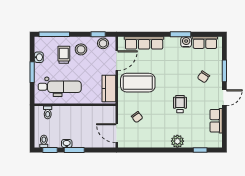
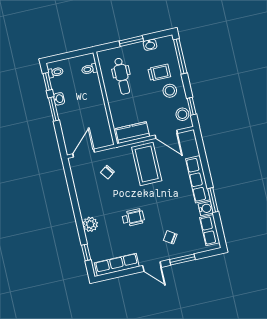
row of seats: (144, 43) -> (198, 179), moved
dental chair: (60, 87) -> (122, 76), width x0.73, depth x0.72
row of seats: (216, 121) -> (117, 265), width x1.48

